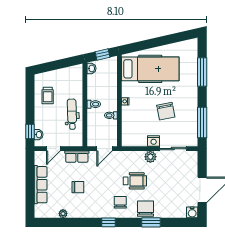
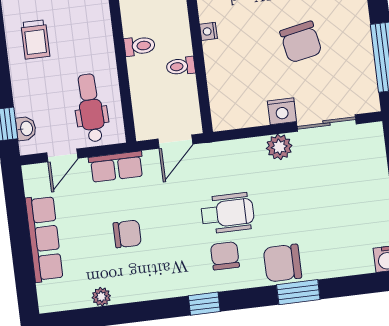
dental chair: (72, 114) -> (91, 108), moved
wheelchair: (135, 181) -> (228, 213), moved
chair: (146, 209) -> (282, 263), turned -90

